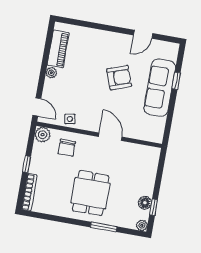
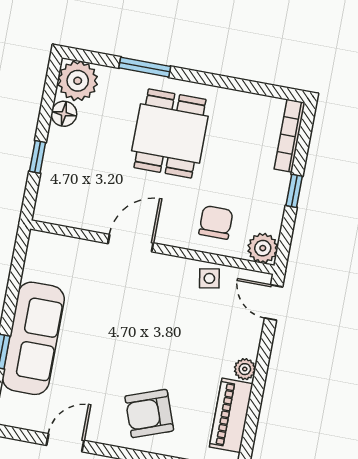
armchair: (119, 78) -> (149, 413), moved
door: (110, 137) -> (131, 243), swing flipped
window: (154, 207) -> (38, 157), moved
plant: (142, 225) -> (78, 81), width x1.87, depth x1.87

